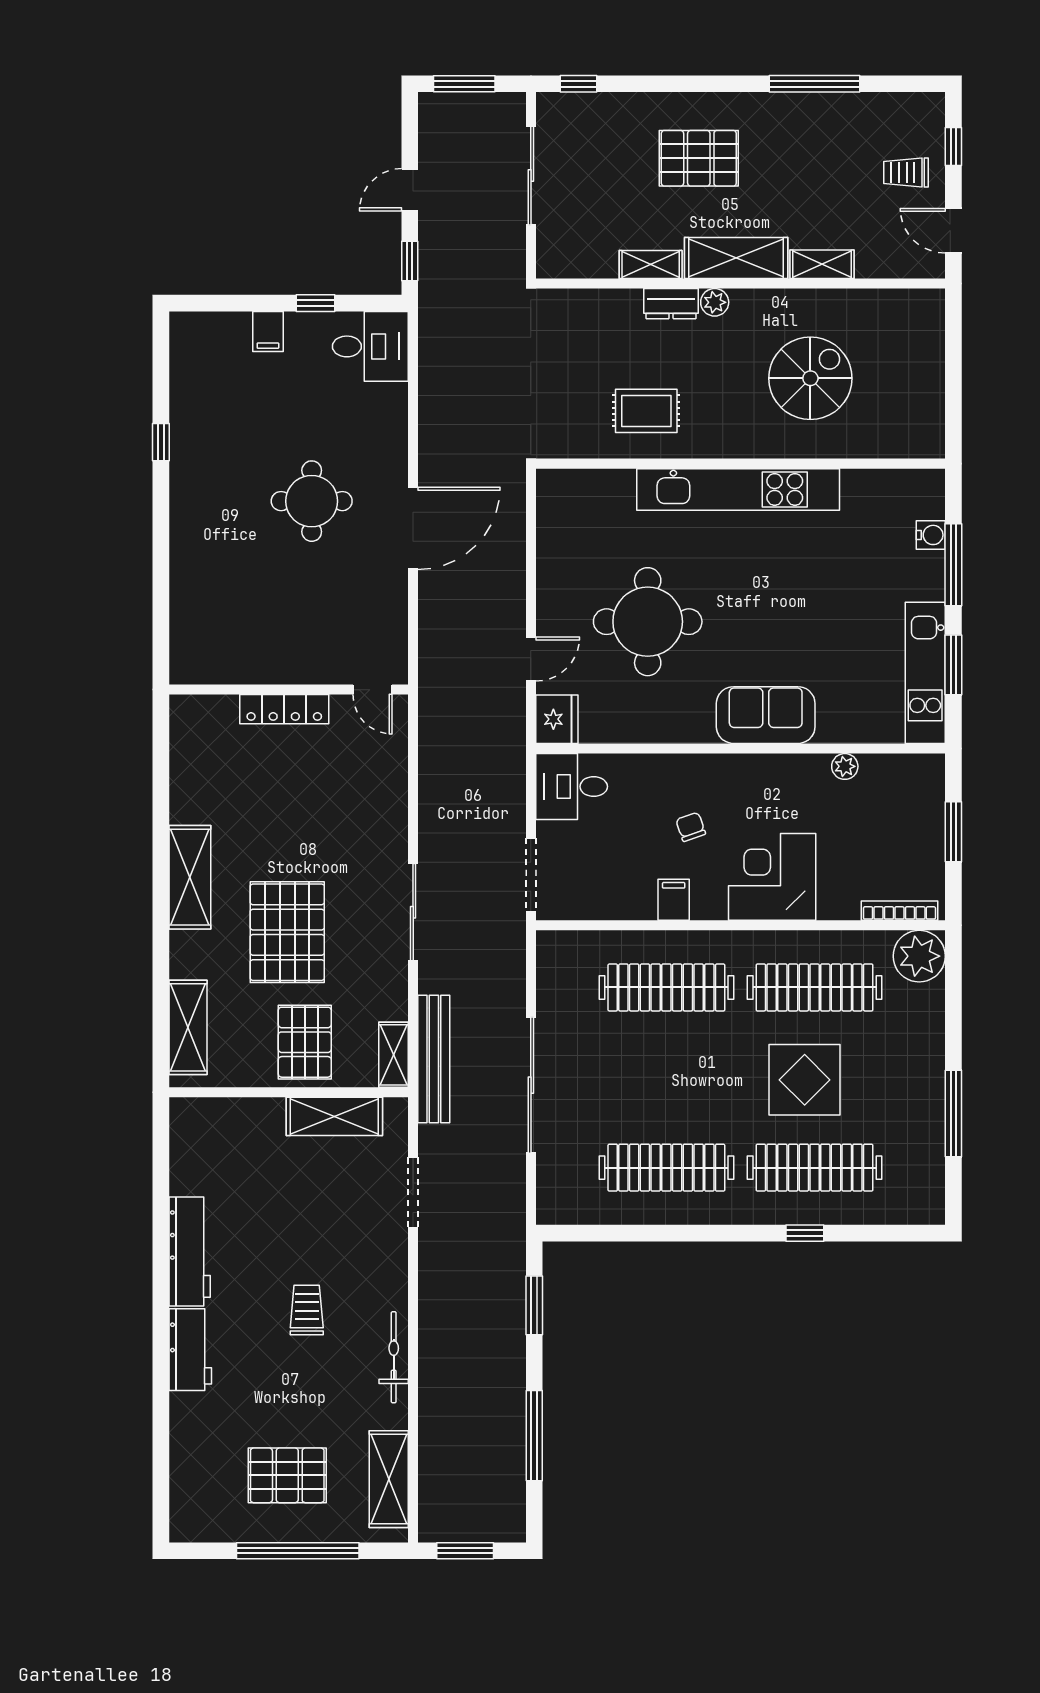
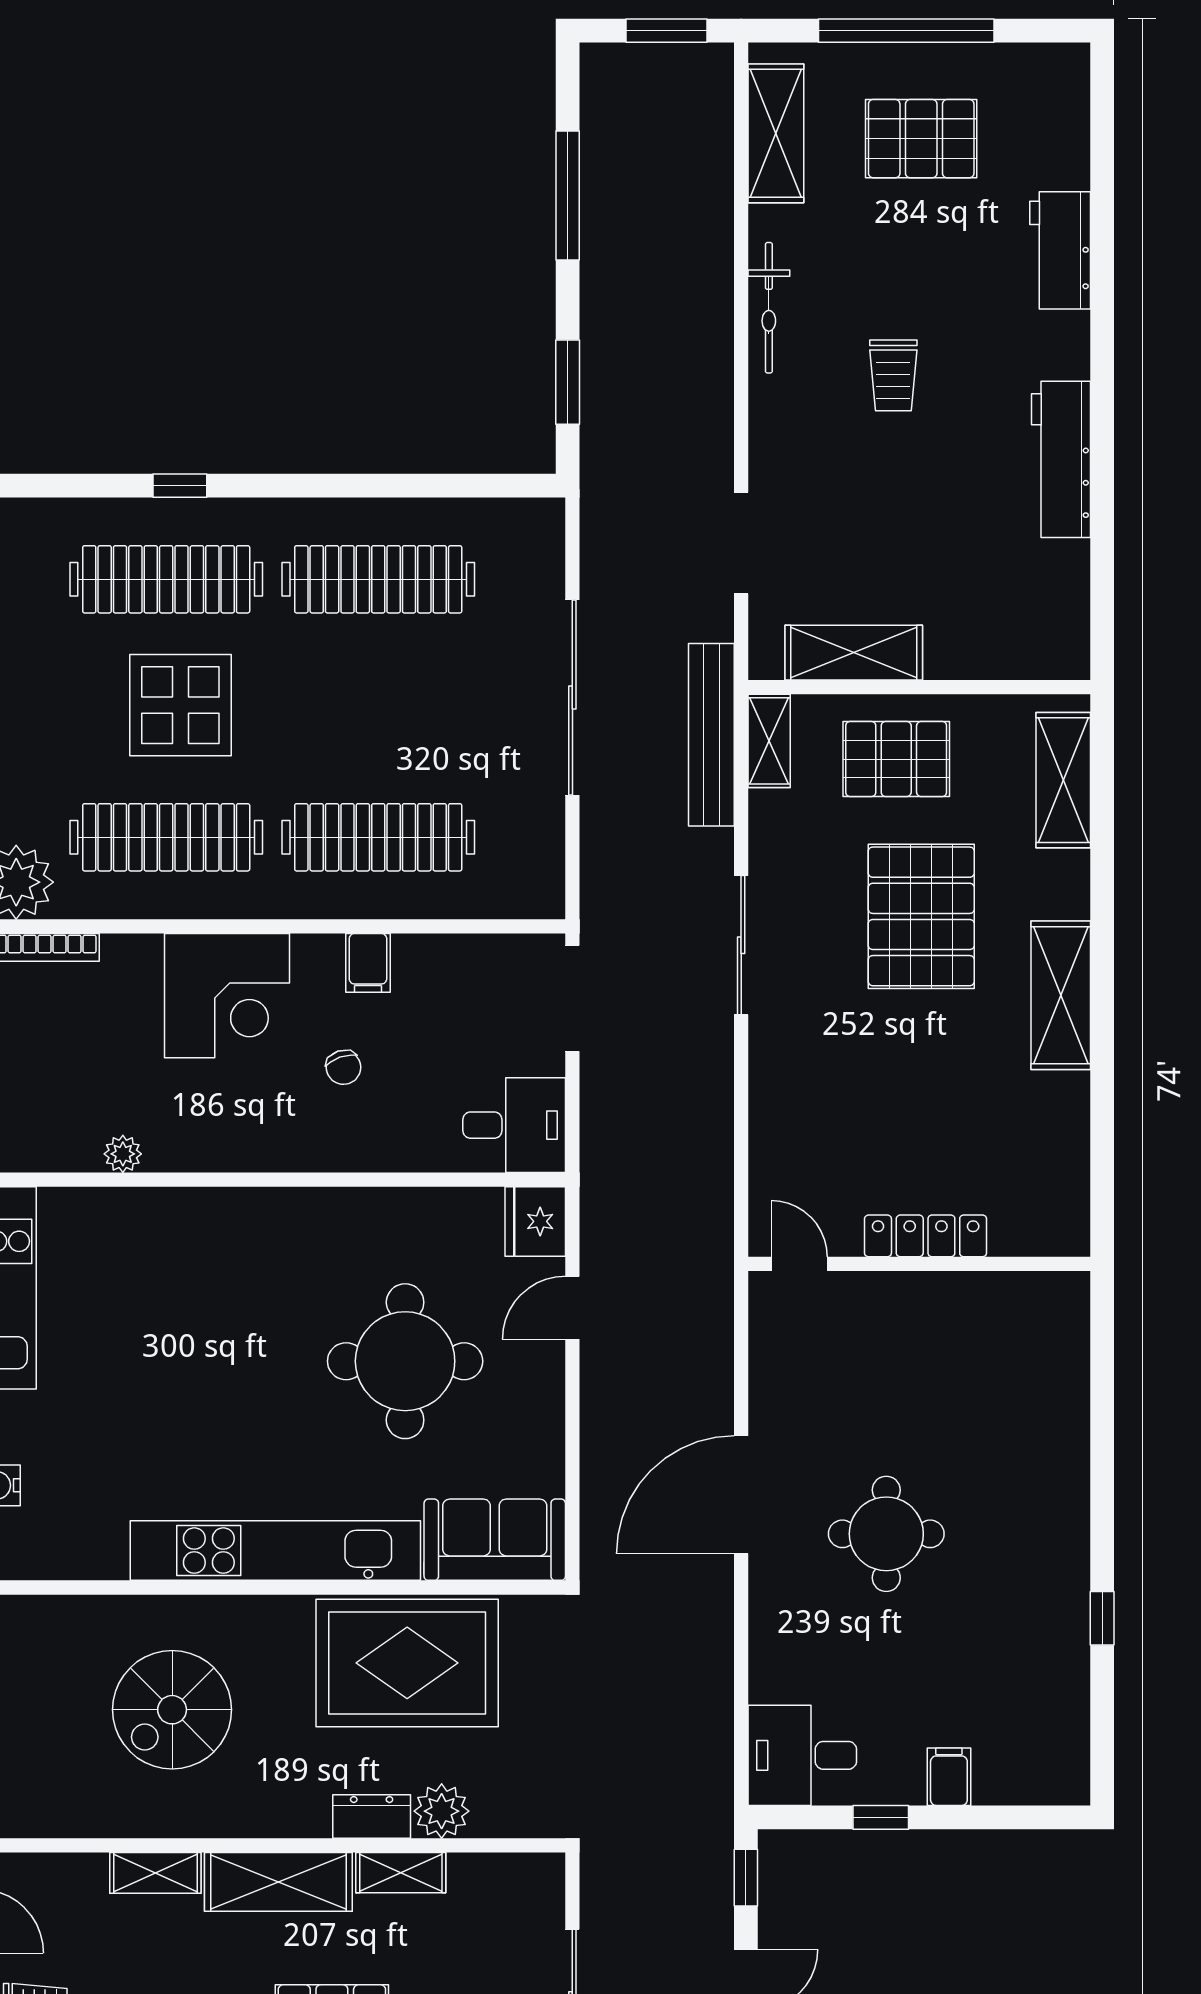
plant: (715, 302) -> (442, 1811), moved, width x1.38, depth x1.38
rug: (646, 411) -> (407, 1663), width x1.86, depth x2.06
sofa: (766, 715) -> (495, 1540), moved, turned 180
pallet: (305, 1042) -> (896, 759), turned 90
workbench: (190, 1350) -> (1060, 250), moved

